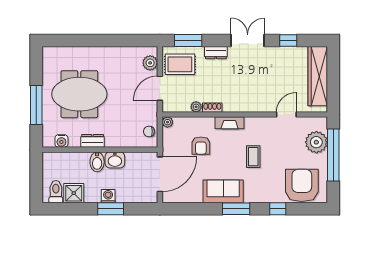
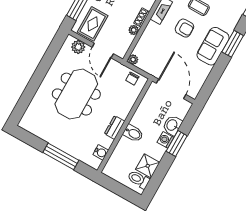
meeting table: (79, 94) -> (76, 94), moved
armchair: (201, 146) -> (184, 28), moved
washbasin: (115, 160) -> (172, 125), moved, turned 180

